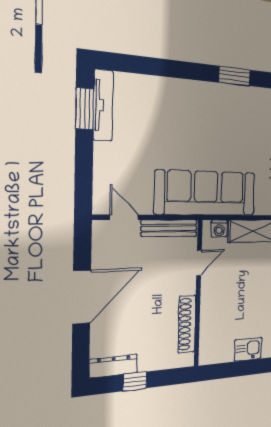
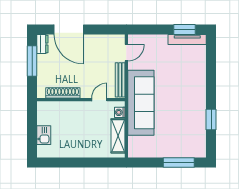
door: (199, 263) -> (99, 100), swing flipped
door: (82, 297) -> (69, 29), moved
dresser: (114, 366) -> (42, 44), width x0.70
window: (135, 381) -> (32, 61), width x2.17

